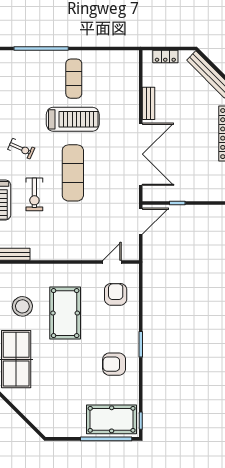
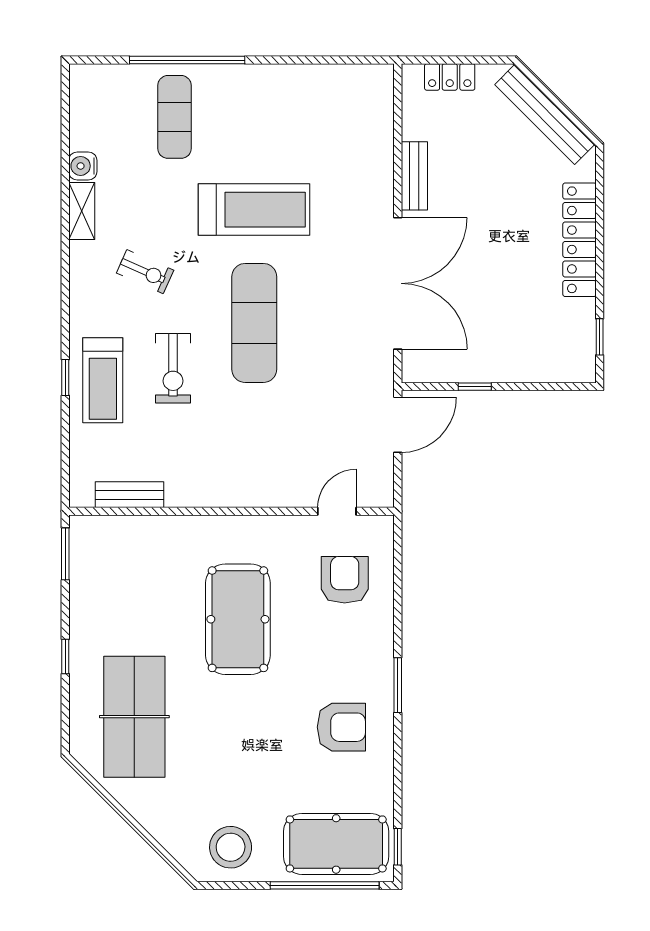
exercise mat: (74, 79) -> (175, 117), moved
stool: (22, 306) -> (231, 847), moved
armchair: (114, 364) -> (341, 727), turned 180

